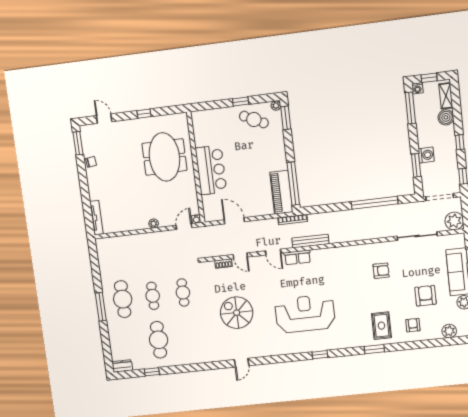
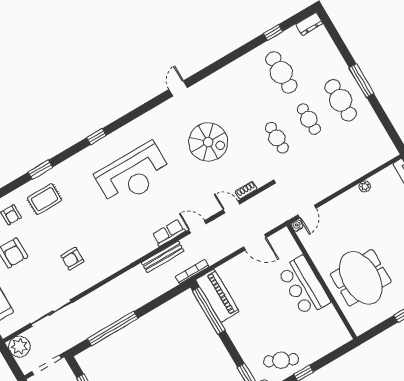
plant: (154, 224) -> (365, 186), moved
rug: (381, 326) -> (44, 199), turned 90

